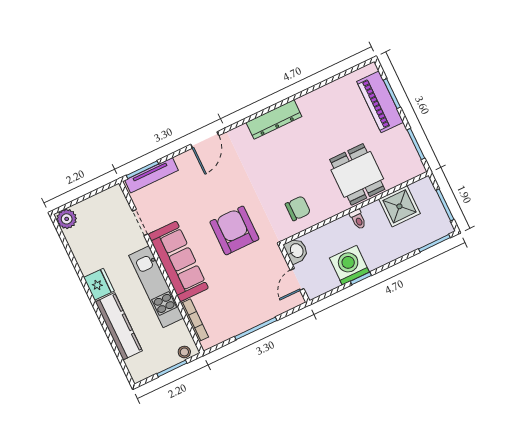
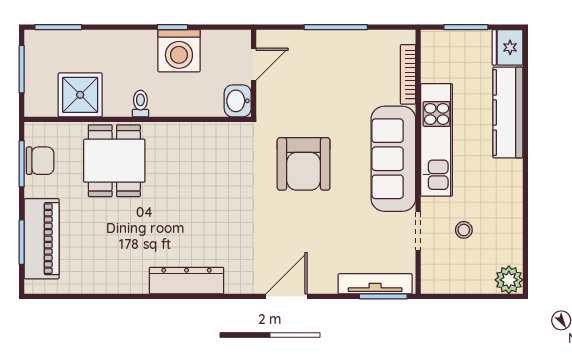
chair: (298, 208) -> (40, 161), moved, turned 180
fridge: (99, 284) -> (508, 47), moved
stool: (184, 352) -> (464, 230), moved

